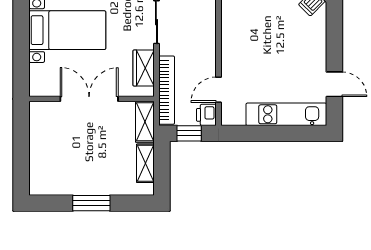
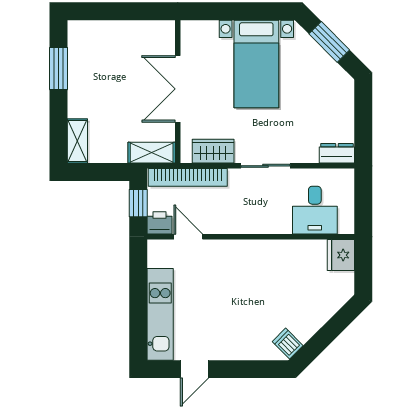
double door: (89, 99) -> (178, 89), swing flipped
shelving: (145, 163) -> (77, 141), moved, turned 90
window: (91, 203) -> (59, 69), moved

